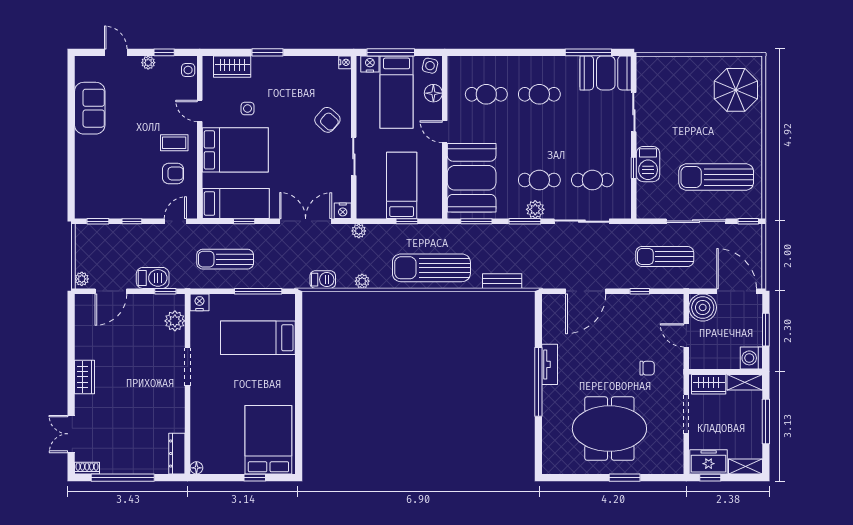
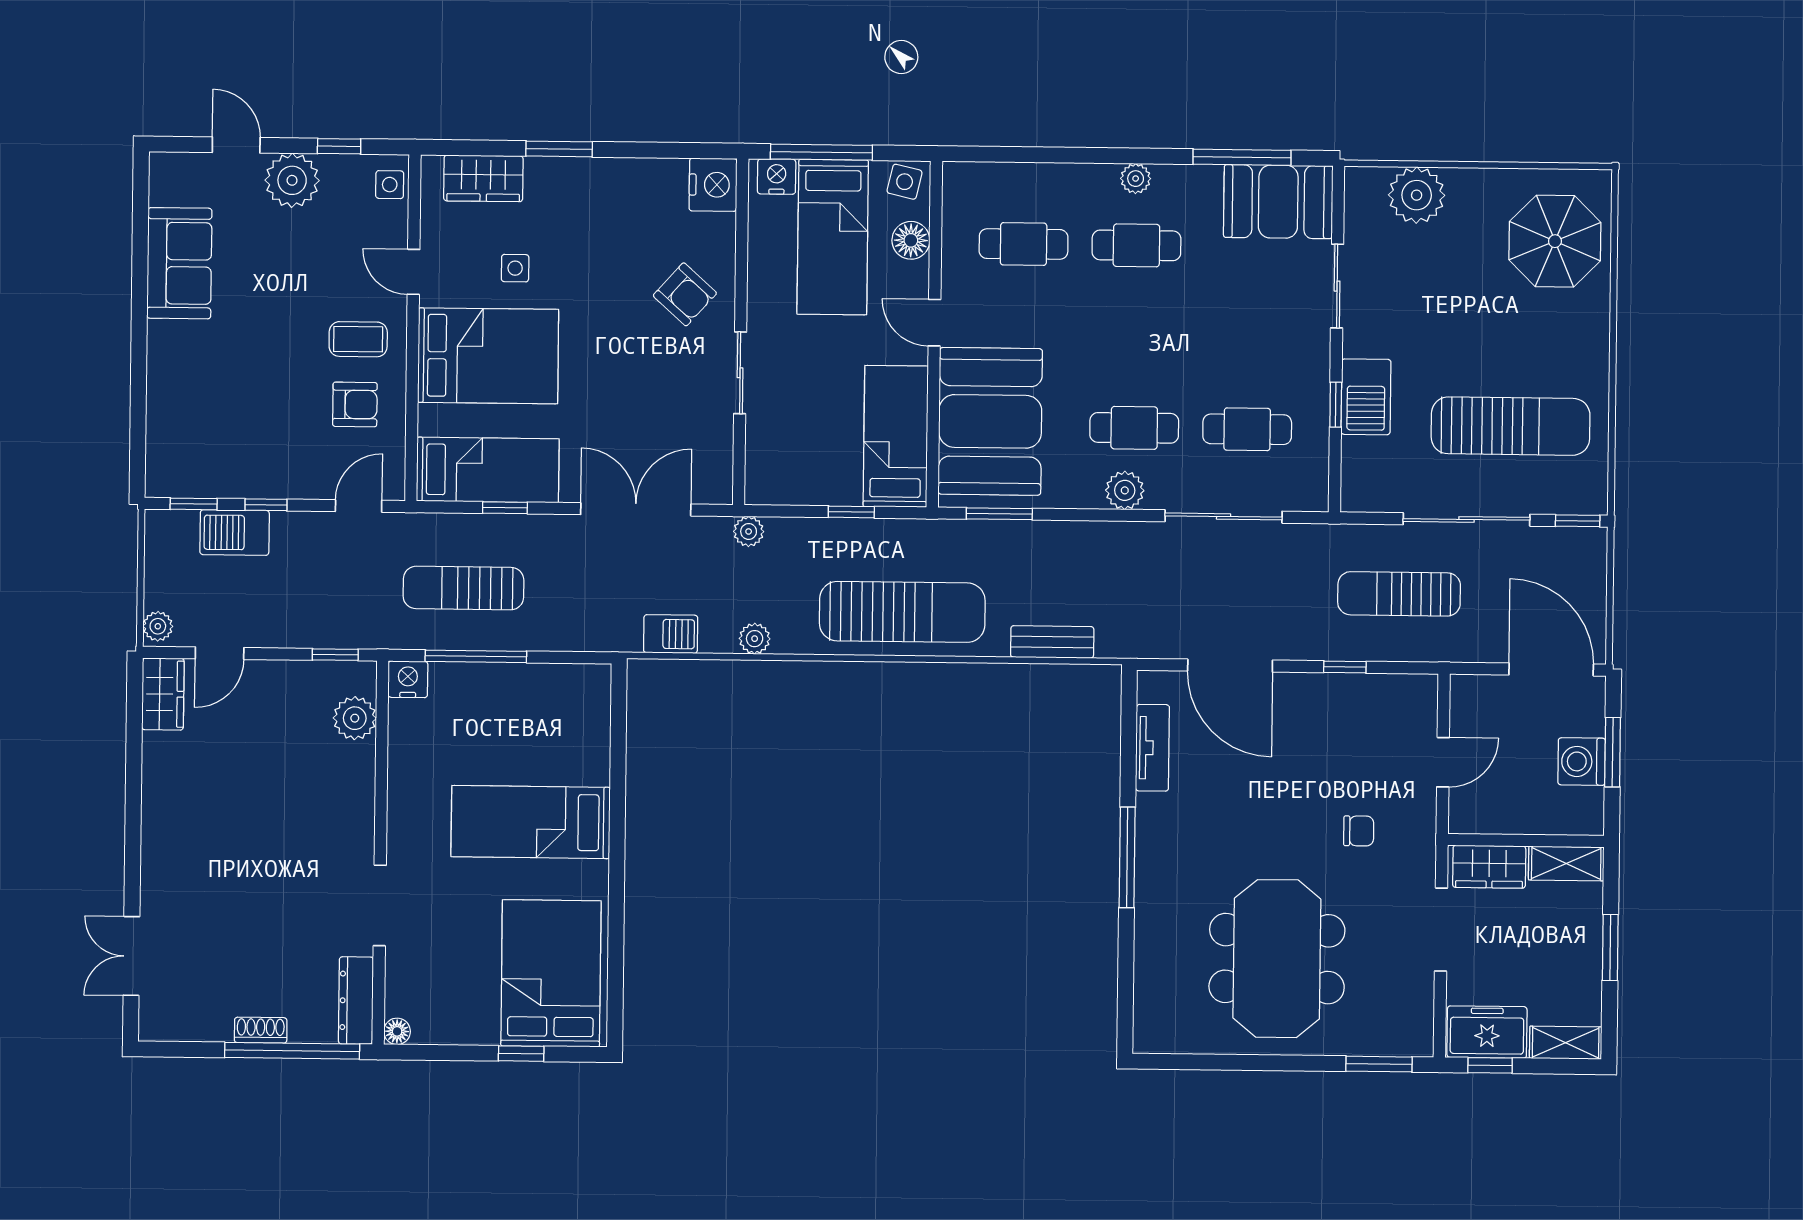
nightstand: (345, 62) -> (713, 185), width x1.89, depth x1.79
plant: (148, 63) -> (292, 180), width x1.88, depth x1.88
plant: (539, 63) -> (1136, 179), added
plant: (671, 69) -> (1417, 195), added
sun lounger: (716, 177) -> (1511, 426), turned 180
bed: (402, 185) -> (896, 436), moved
nightstand: (343, 211) -> (715, 488), removed
window: (525, 221) -> (1102, 515), removed
sun lounger: (431, 268) -> (902, 612), turned 180
barbecue: (153, 278) -> (235, 532), moved, turned 180
door: (111, 291) -> (220, 653), width x0.73
window: (258, 291) -> (476, 656), moved
door: (586, 291) -> (1230, 666), hinge flipped
boiler: (703, 307) -> (1479, 703), removed
door: (686, 335) -> (1443, 762), swing flipped
bed: (258, 338) -> (531, 822), moved
washing machine: (751, 358) -> (1582, 762), moved
tv unit: (550, 364) -> (1152, 748), moved
doorway: (188, 367) -> (380, 905), moved
wardrobe: (84, 377) -> (163, 694), moved
window: (538, 382) -> (1127, 857), width x0.68
window: (766, 421) -> (1610, 947), width x0.69
meeting table: (609, 429) -> (1277, 959), turned 90
shoe rack: (87, 468) -> (261, 1030), moved
window: (123, 478) -> (292, 1051), moved
window: (625, 478) -> (1379, 1064), moved

